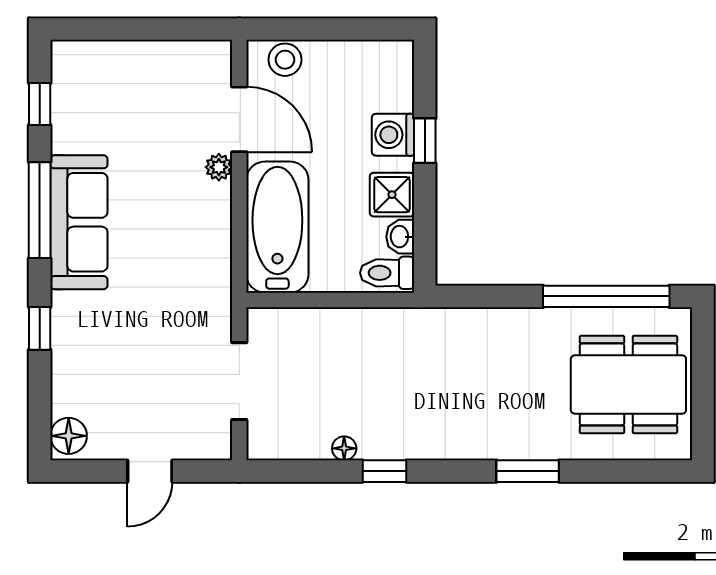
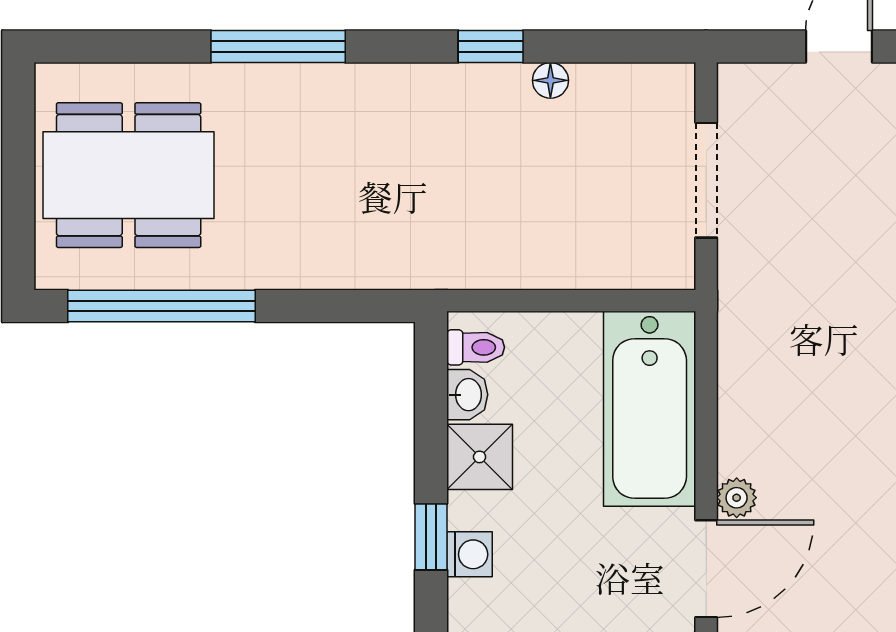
door: (239, 119) -> (706, 569), swing flipped
washing machine: (393, 135) -> (469, 554), width x0.73, depth x0.73
toilet: (387, 273) -> (476, 347), width x0.73, depth x0.72
window: (528, 471) -> (278, 47), width x1.44

